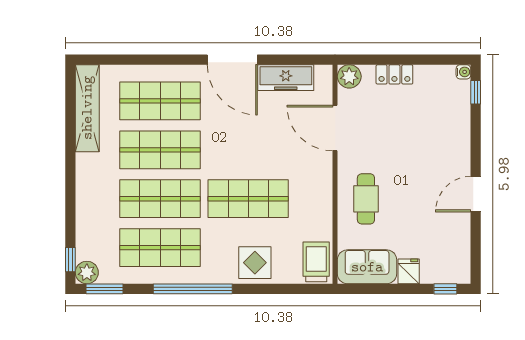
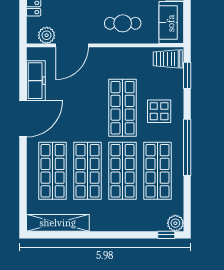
plant: (349, 76) -> (47, 35), moved
display table: (255, 263) -> (159, 111), moved
window: (105, 289) -> (187, 75), moved

